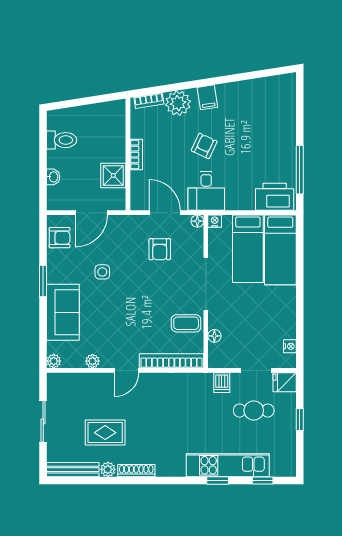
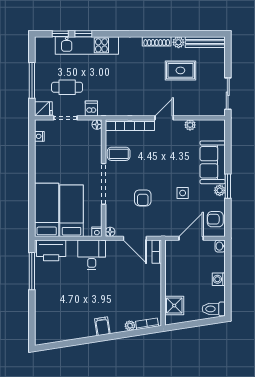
plant: (178, 103) -> (130, 326), width x0.53, depth x0.53
toilet: (62, 140) -> (214, 309), moved
armchair: (204, 146) -> (105, 289), removed
bookcase: (136, 155) -> (157, 252), moved
washing machine: (55, 159) -> (219, 279), added
shower: (113, 175) -> (174, 306), moved
washbasin: (53, 177) -> (220, 246), moved
desk: (206, 191) -> (92, 255), moved
armchair: (160, 249) -> (143, 198), moved, turned 180
floor lamp: (214, 336) -> (97, 124), moved
plant: (54, 361) -> (220, 190), moved
window: (300, 420) -> (32, 80), width x2.17
sliding door: (43, 421) -> (228, 94), moved
window: (218, 481) -> (83, 34), moved

